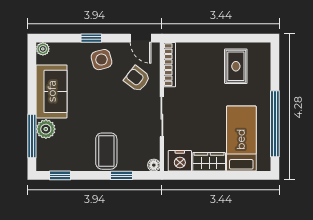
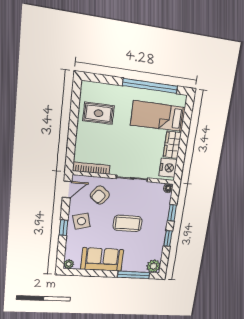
plant: (46, 129) -> (154, 266), moved
coffee table: (106, 151) -> (128, 223), moved
window: (60, 175) -> (168, 238), moved

